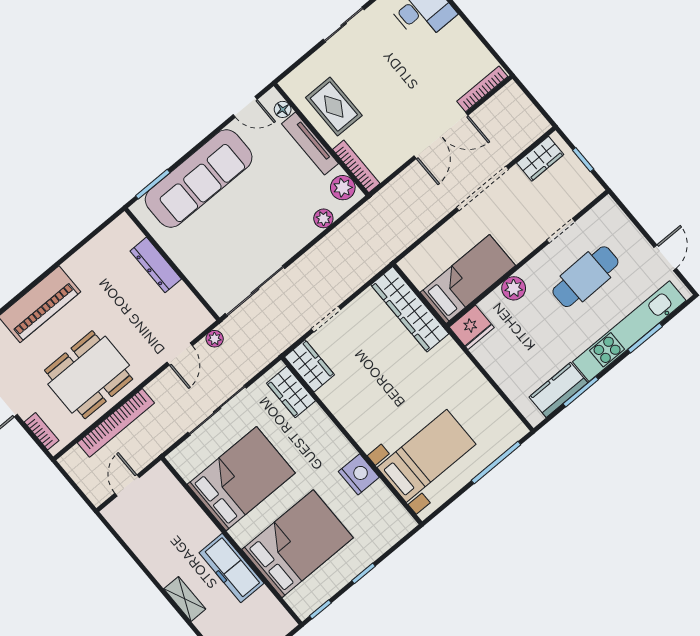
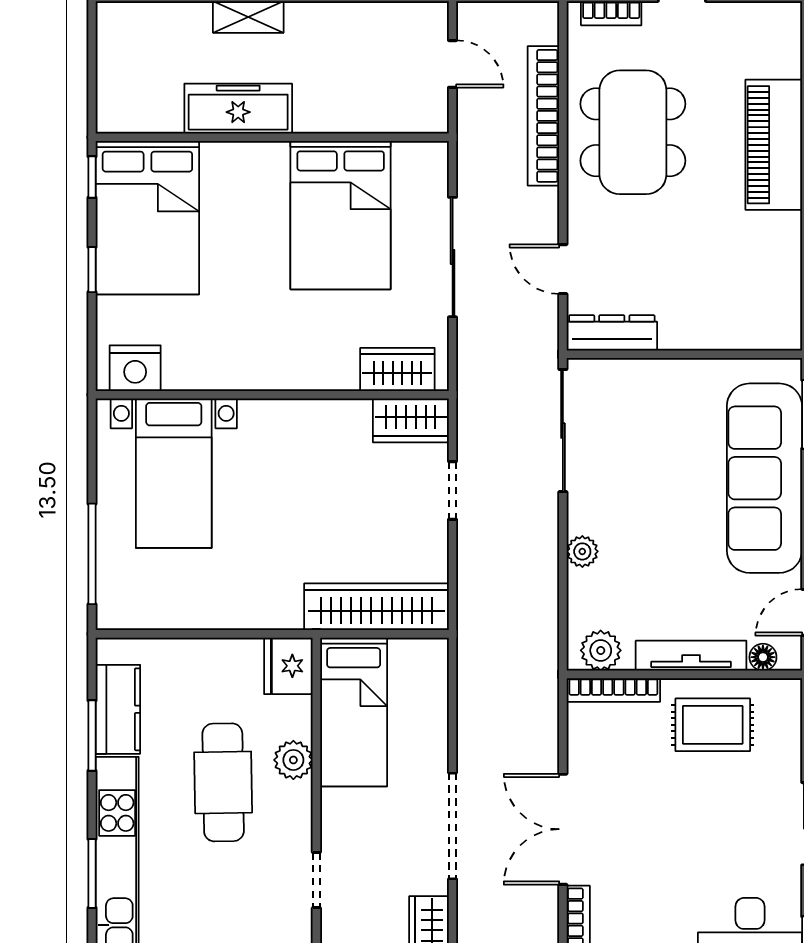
plant: (323, 218) -> (582, 551), moved
dresser: (156, 265) -> (612, 333), moved
cafe table: (585, 277) -> (223, 782), moved
plant: (215, 339) -> (545, 329), removed
nightstand: (359, 474) -> (135, 368), moved
bed: (298, 544) -> (147, 218), moved

